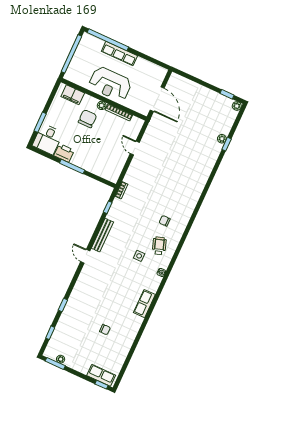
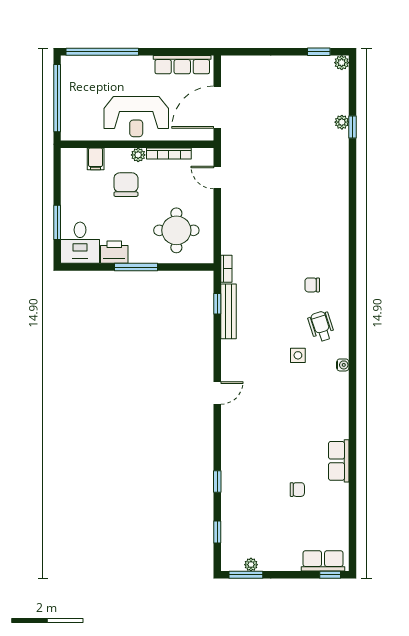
row of seats: (119, 54) -> (182, 65), moved
filing cabinet: (73, 95) -> (96, 159), width x0.50
door: (157, 99) -> (217, 107), swing flipped
door: (135, 148) -> (217, 178), moved
round table: (104, 157) -> (176, 230), added
bench: (102, 235) -> (229, 311), moved
door: (85, 256) -> (217, 393), swing flipped
row of seats: (144, 304) -> (339, 461), moved

